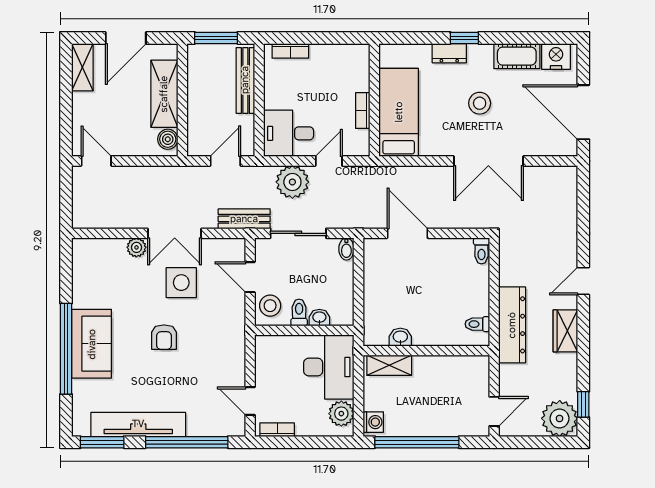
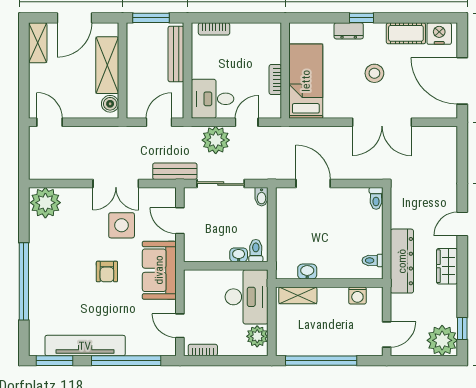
plant: (136, 247) -> (45, 203), moved, width x1.87, depth x1.87
stool: (270, 306) -> (197, 245), removed
toilet: (299, 312) -> (256, 251), moved
sofa: (92, 344) -> (159, 270), moved, turned 180
washing machine: (373, 422) -> (357, 296), moved, turned 90

